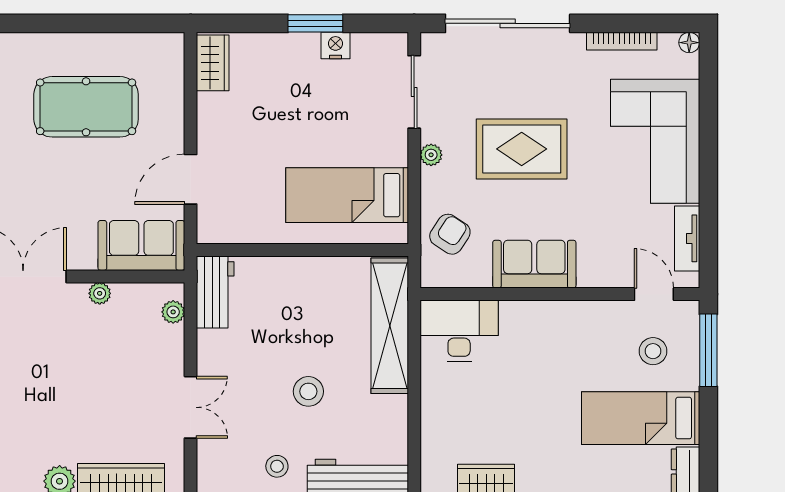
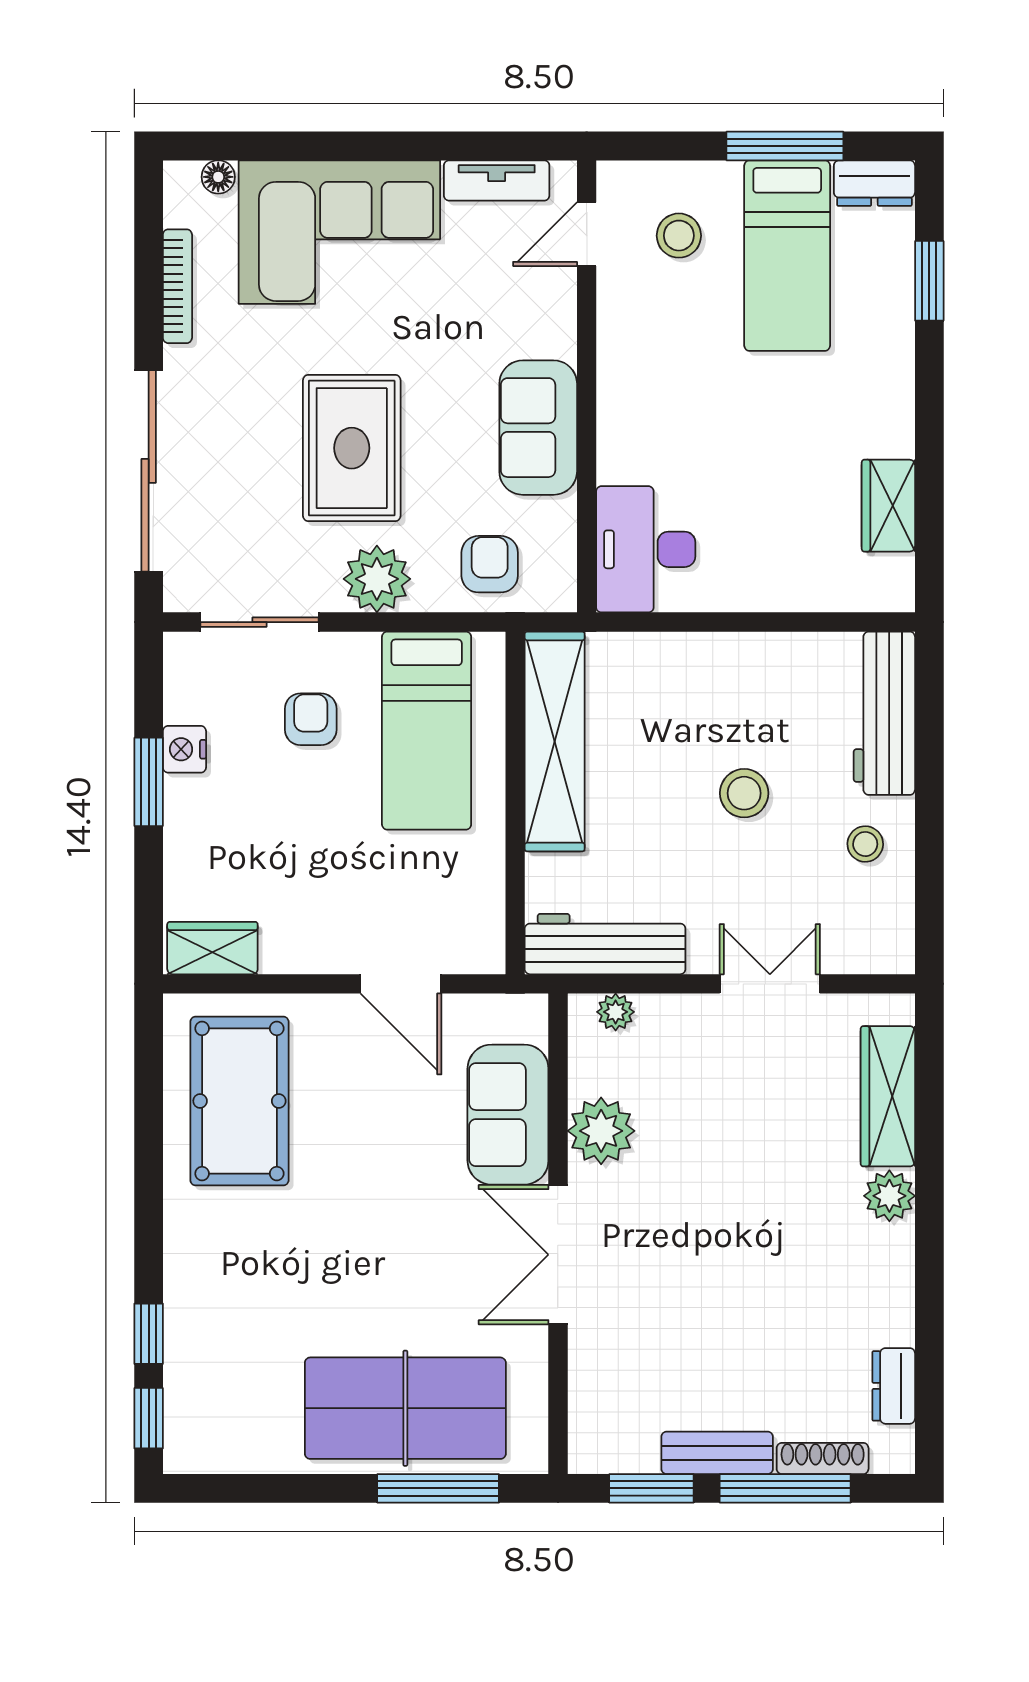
floor lamp: (689, 43) -> (218, 177), moved
pool table: (86, 107) -> (239, 1101), moved
armchair: (354, 124) -> (311, 719), added
plant: (431, 155) -> (377, 579), width x1.87, depth x1.87
armchair: (450, 234) -> (490, 564), turned 57
sofa: (141, 245) -> (508, 1115), moved
workbench: (215, 292) -> (605, 944), width x1.38
plant: (100, 293) -> (601, 1131), width x1.87, depth x1.87
shelving: (390, 326) -> (555, 741), moved, turned 90
window: (708, 350) -> (785, 146), moved

